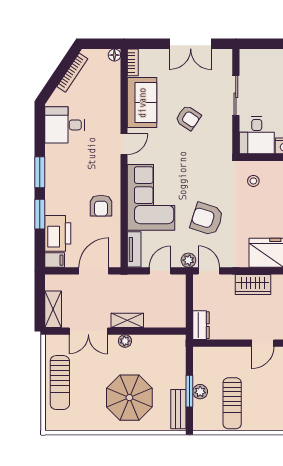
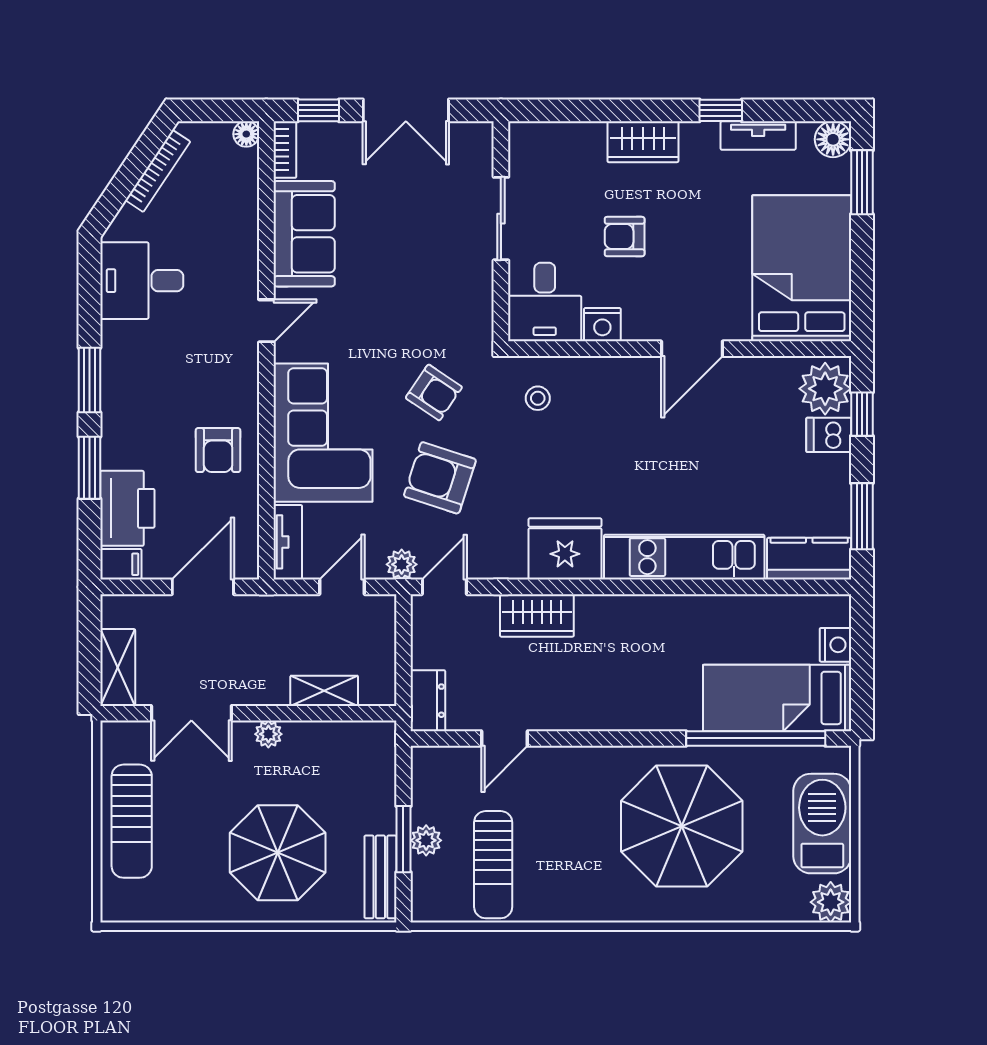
window: (149, 44) -> (318, 110), added
armchair: (188, 118) -> (434, 392), moved
door: (209, 271) -> (444, 587), hinge flipped
shelving: (127, 320) -> (324, 691), moved
door: (263, 343) -> (504, 738), moved

